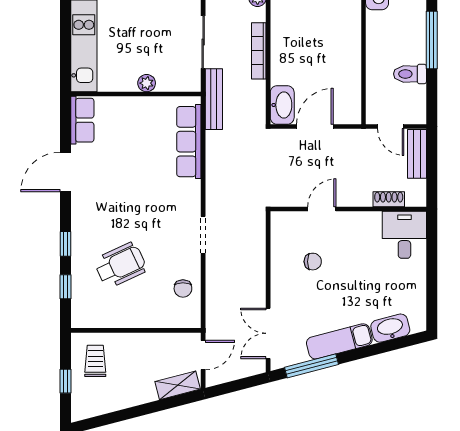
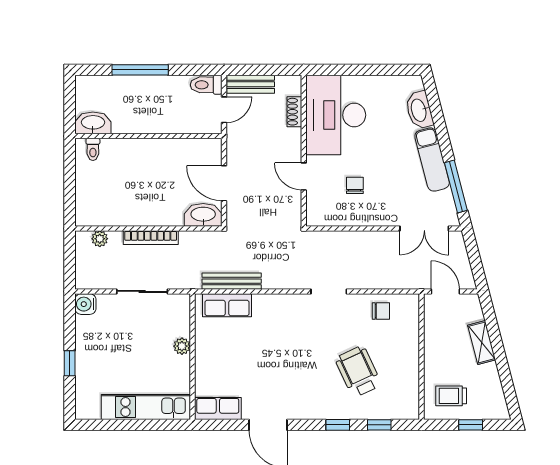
toilet: (410, 74) -> (206, 85), moved, turned 90
bench: (214, 99) -> (232, 281), moved
row of seats: (189, 142) -> (227, 305), width x0.68
desk: (404, 235) -> (336, 115), width x1.87, depth x1.30
shelving: (178, 385) -> (482, 343), moved

